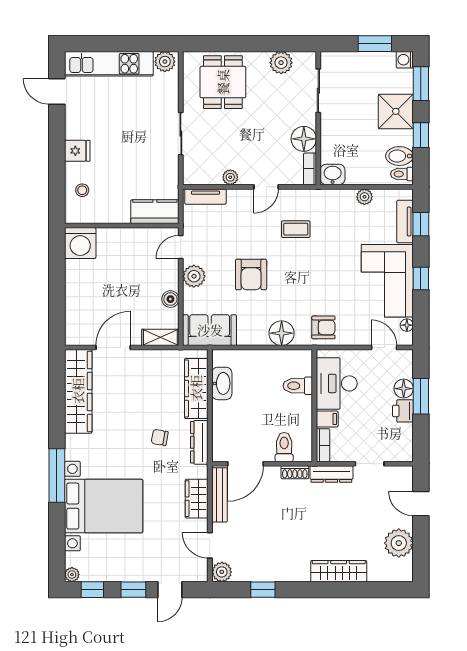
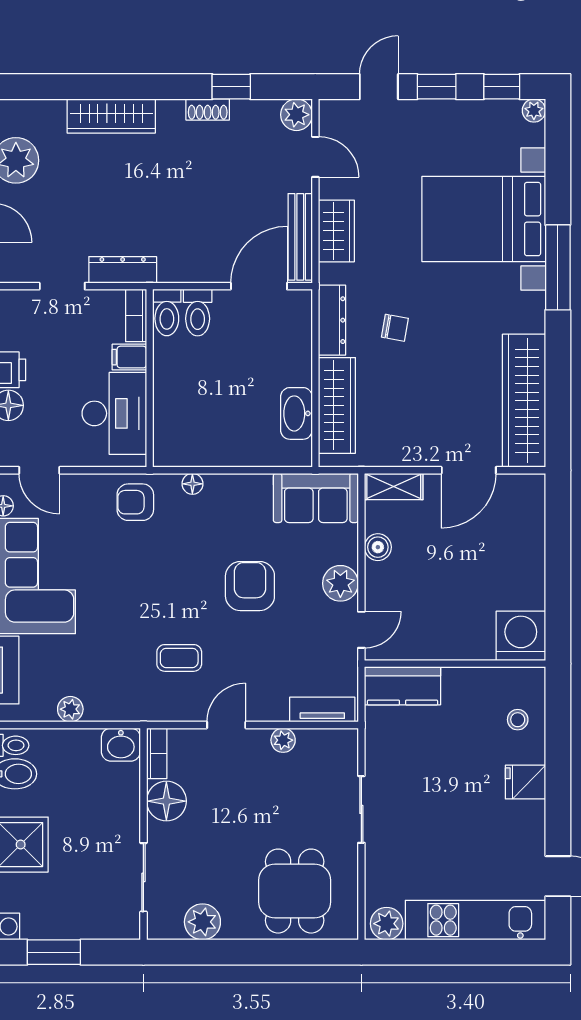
floor lamp: (282, 333) -> (192, 484), width x0.53, depth x0.53
toilet: (298, 386) -> (167, 312), moved, turned 90
shoe rack: (295, 472) -> (208, 109), moved, turned 180

